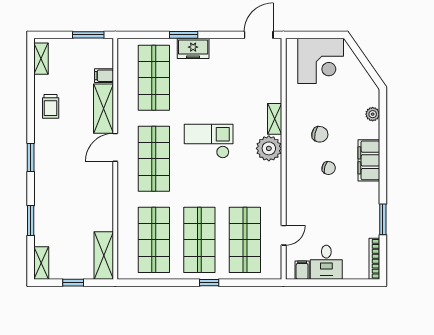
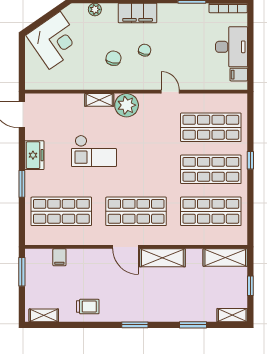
freezer: (193, 48) -> (34, 155), moved
corner desk: (321, 61) -> (55, 40), moved, turned 55
shelving: (103, 109) -> (162, 258), moved
checkout: (209, 141) -> (94, 151), moved, turned -90
door: (284, 235) -> (170, 92), moved
desk: (326, 262) -> (232, 47), width x1.37

